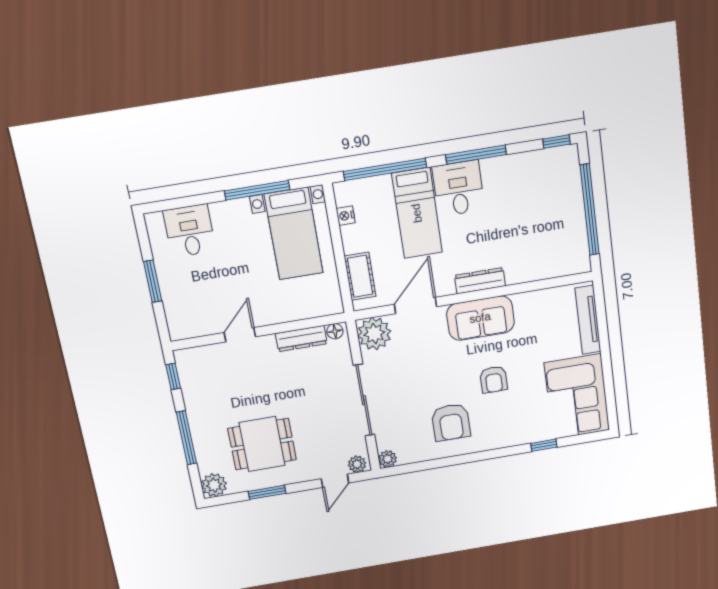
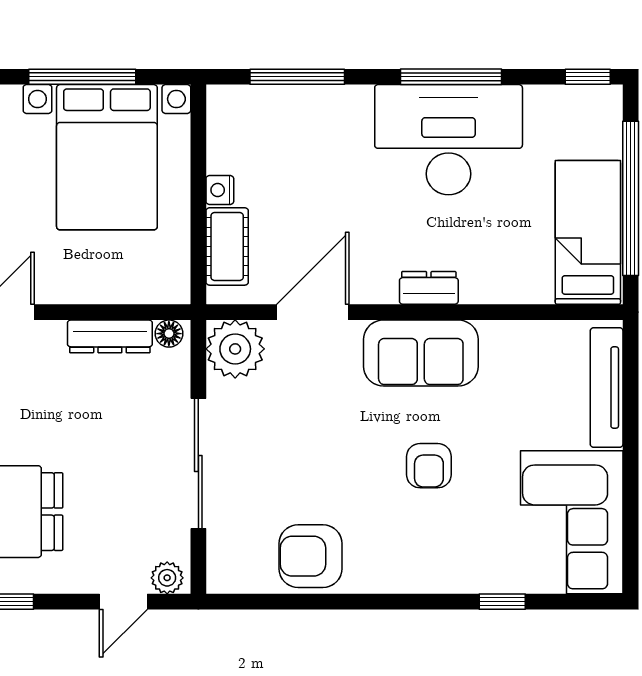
window: (385, 169) -> (297, 77), width x0.68
desk: (458, 188) -> (449, 140), width x1.87, depth x1.30
bed: (417, 213) -> (588, 232), moved, turned 180
nightstand: (346, 216) -> (220, 190), moved
bed with nightstands: (294, 234) -> (107, 157), width x1.36
dresser: (480, 281) -> (429, 288), width x0.70
armchair: (451, 422) -> (311, 556), moved, turned 90
plant: (388, 459) -> (222, 578), removed

